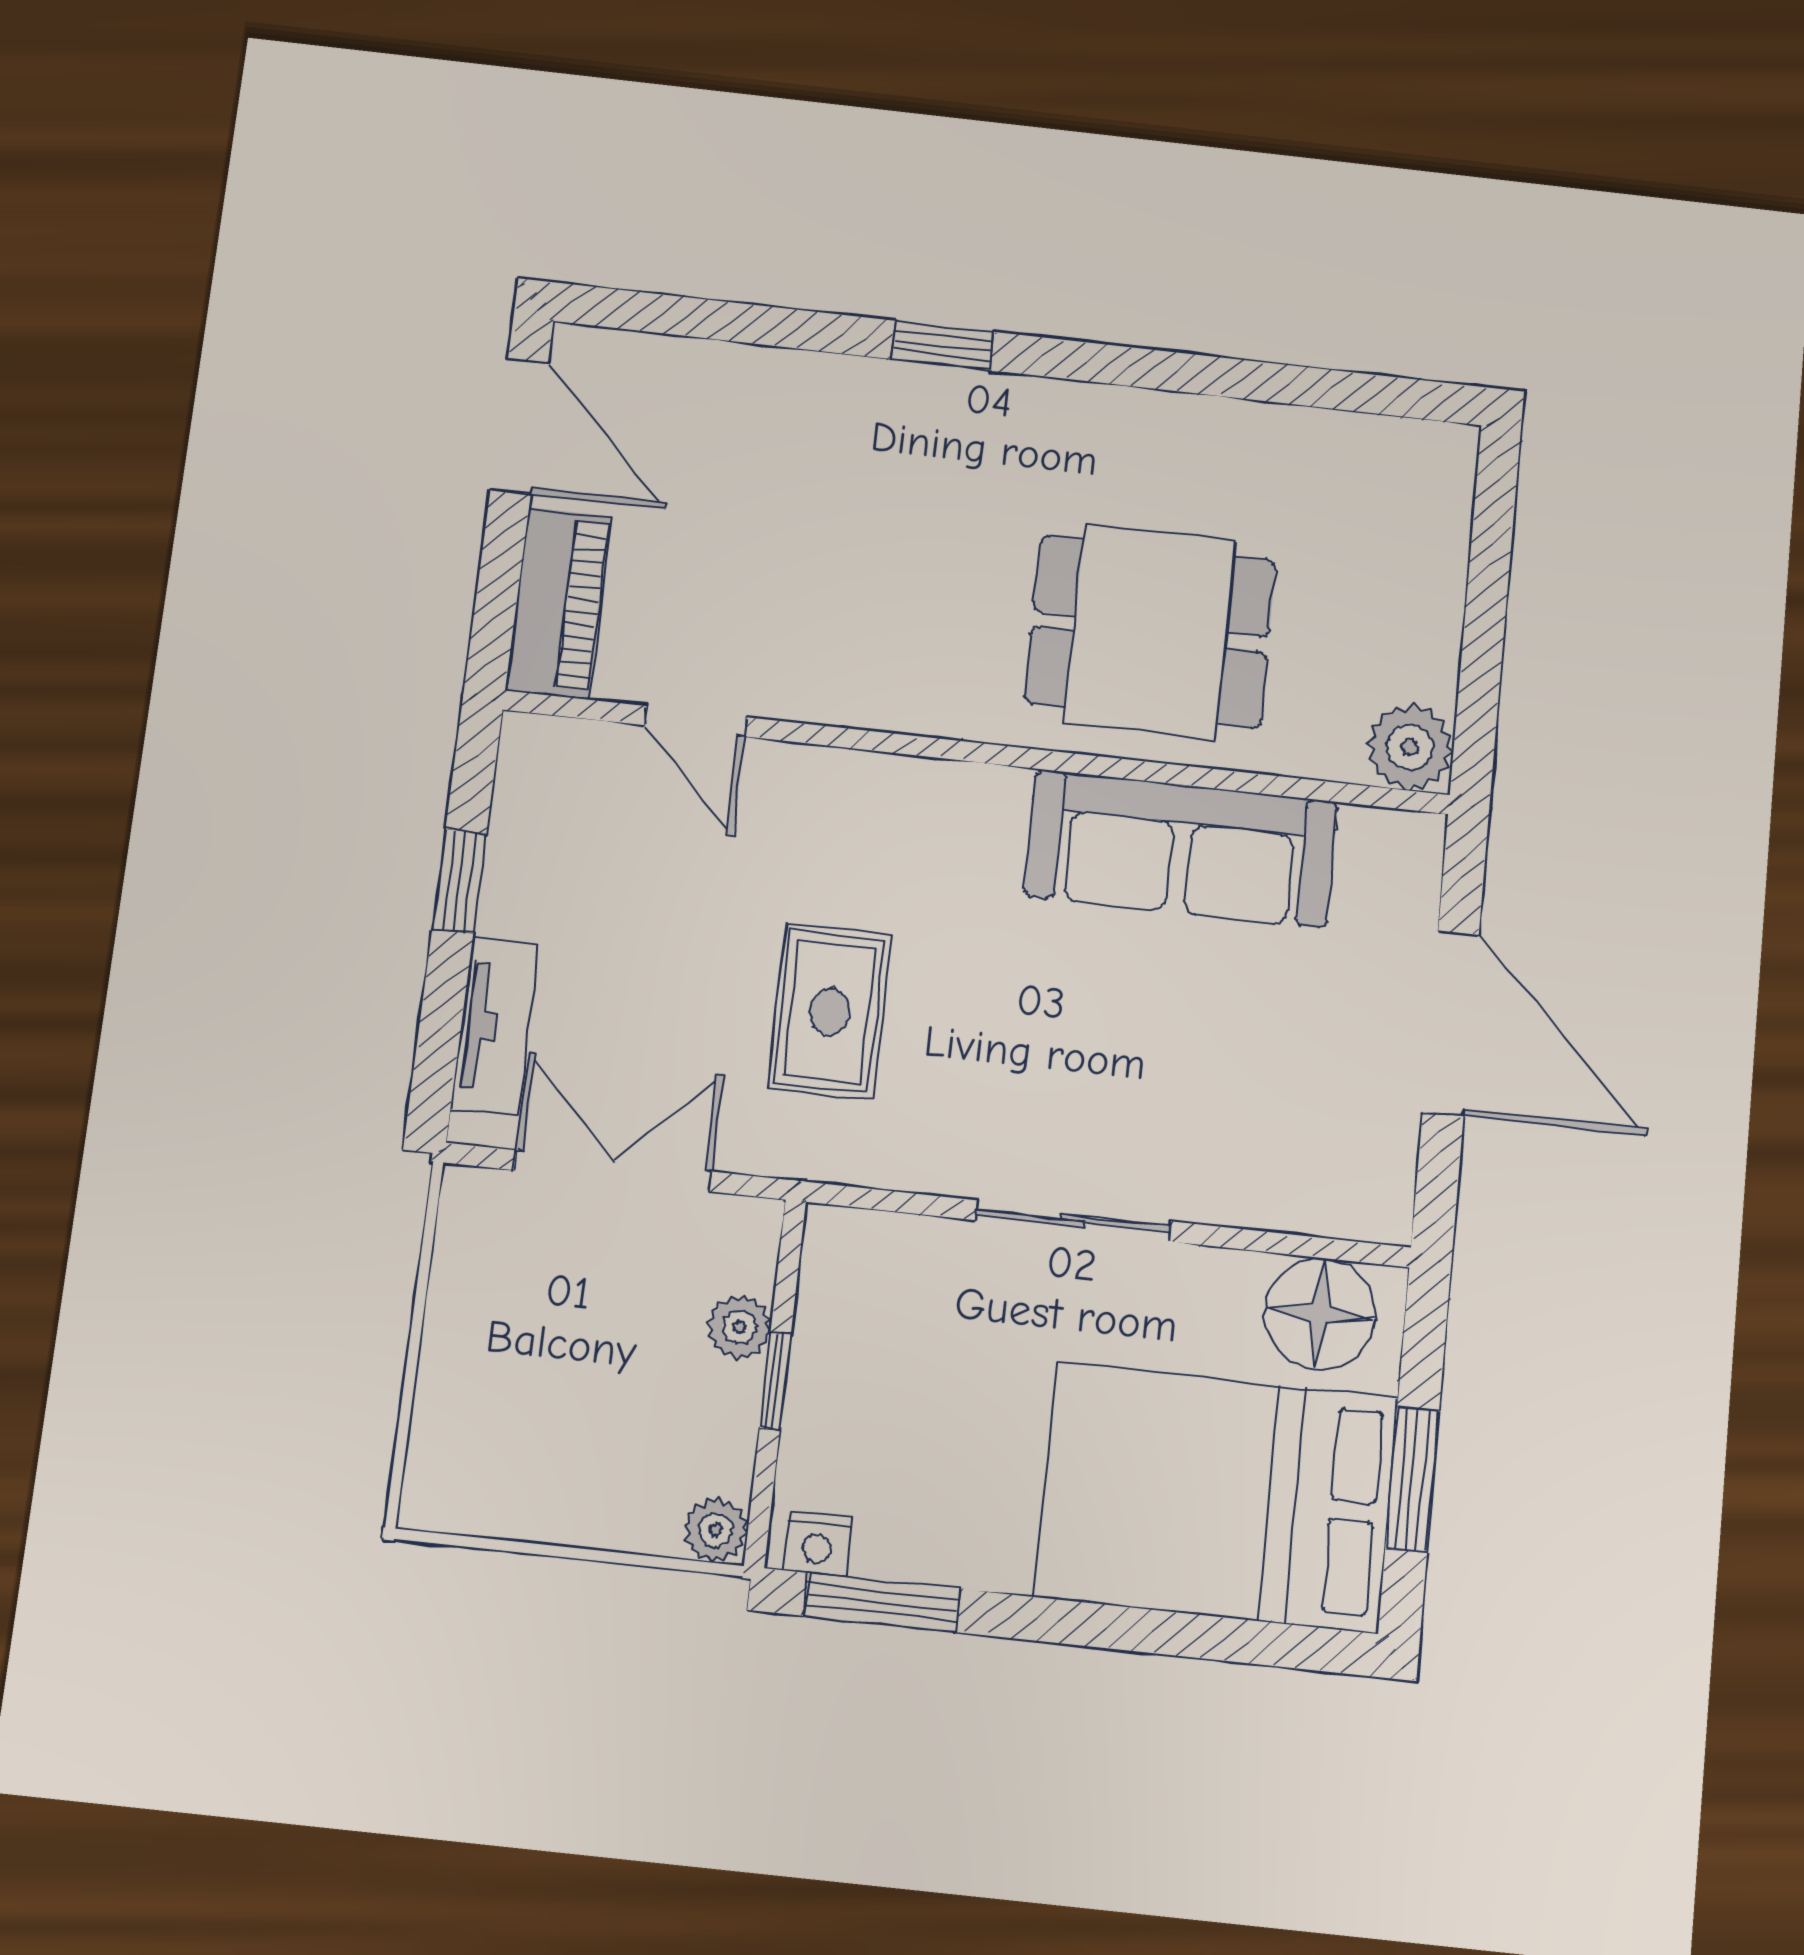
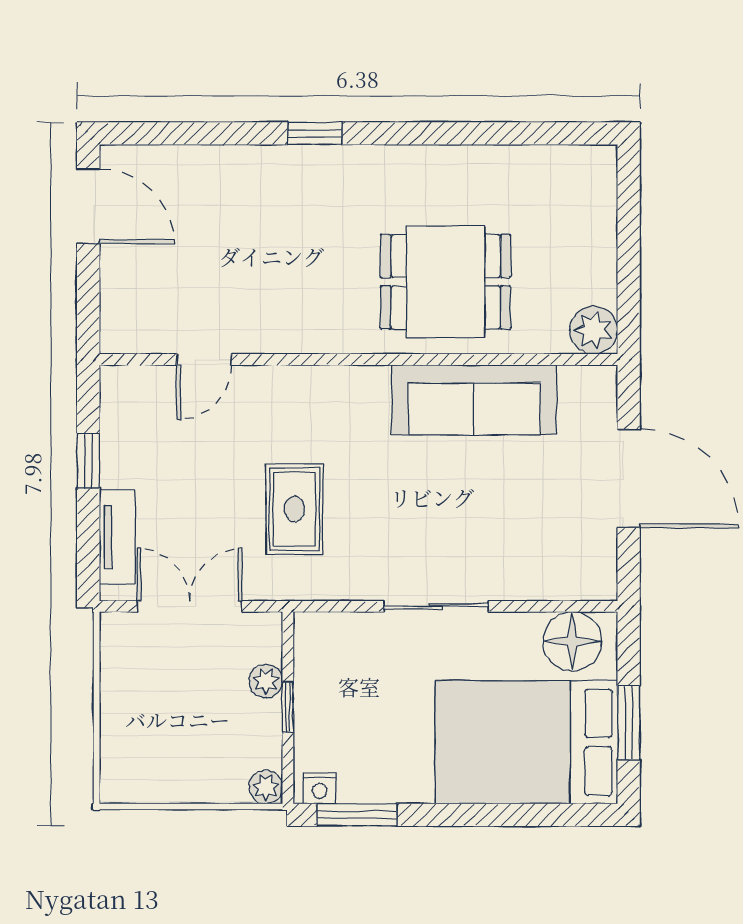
piano: (559, 603) -> (122, 303), removed
door: (696, 721) -> (204, 360), hinge flipped

